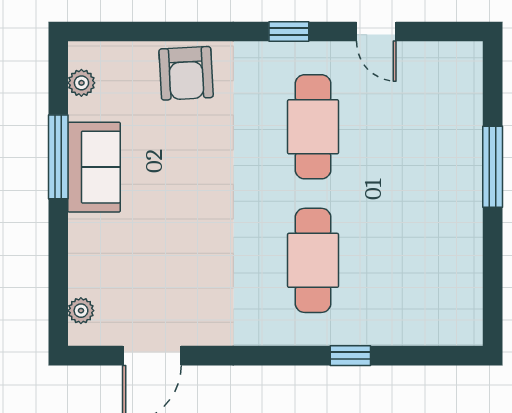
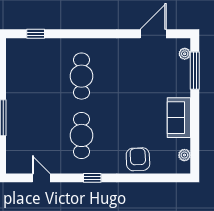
door: (376, 31) -> (41, 178), moved
window: (58, 157) -> (195, 71), moved
window: (350, 356) -> (36, 34), moved

